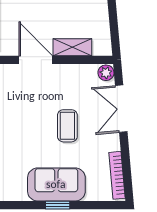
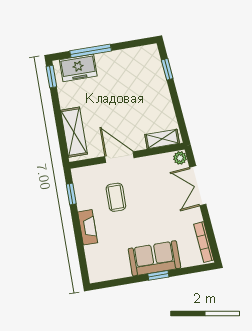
shelving: (72, 47) -> (162, 139), moved
coffee table: (67, 126) -> (116, 197), moved

